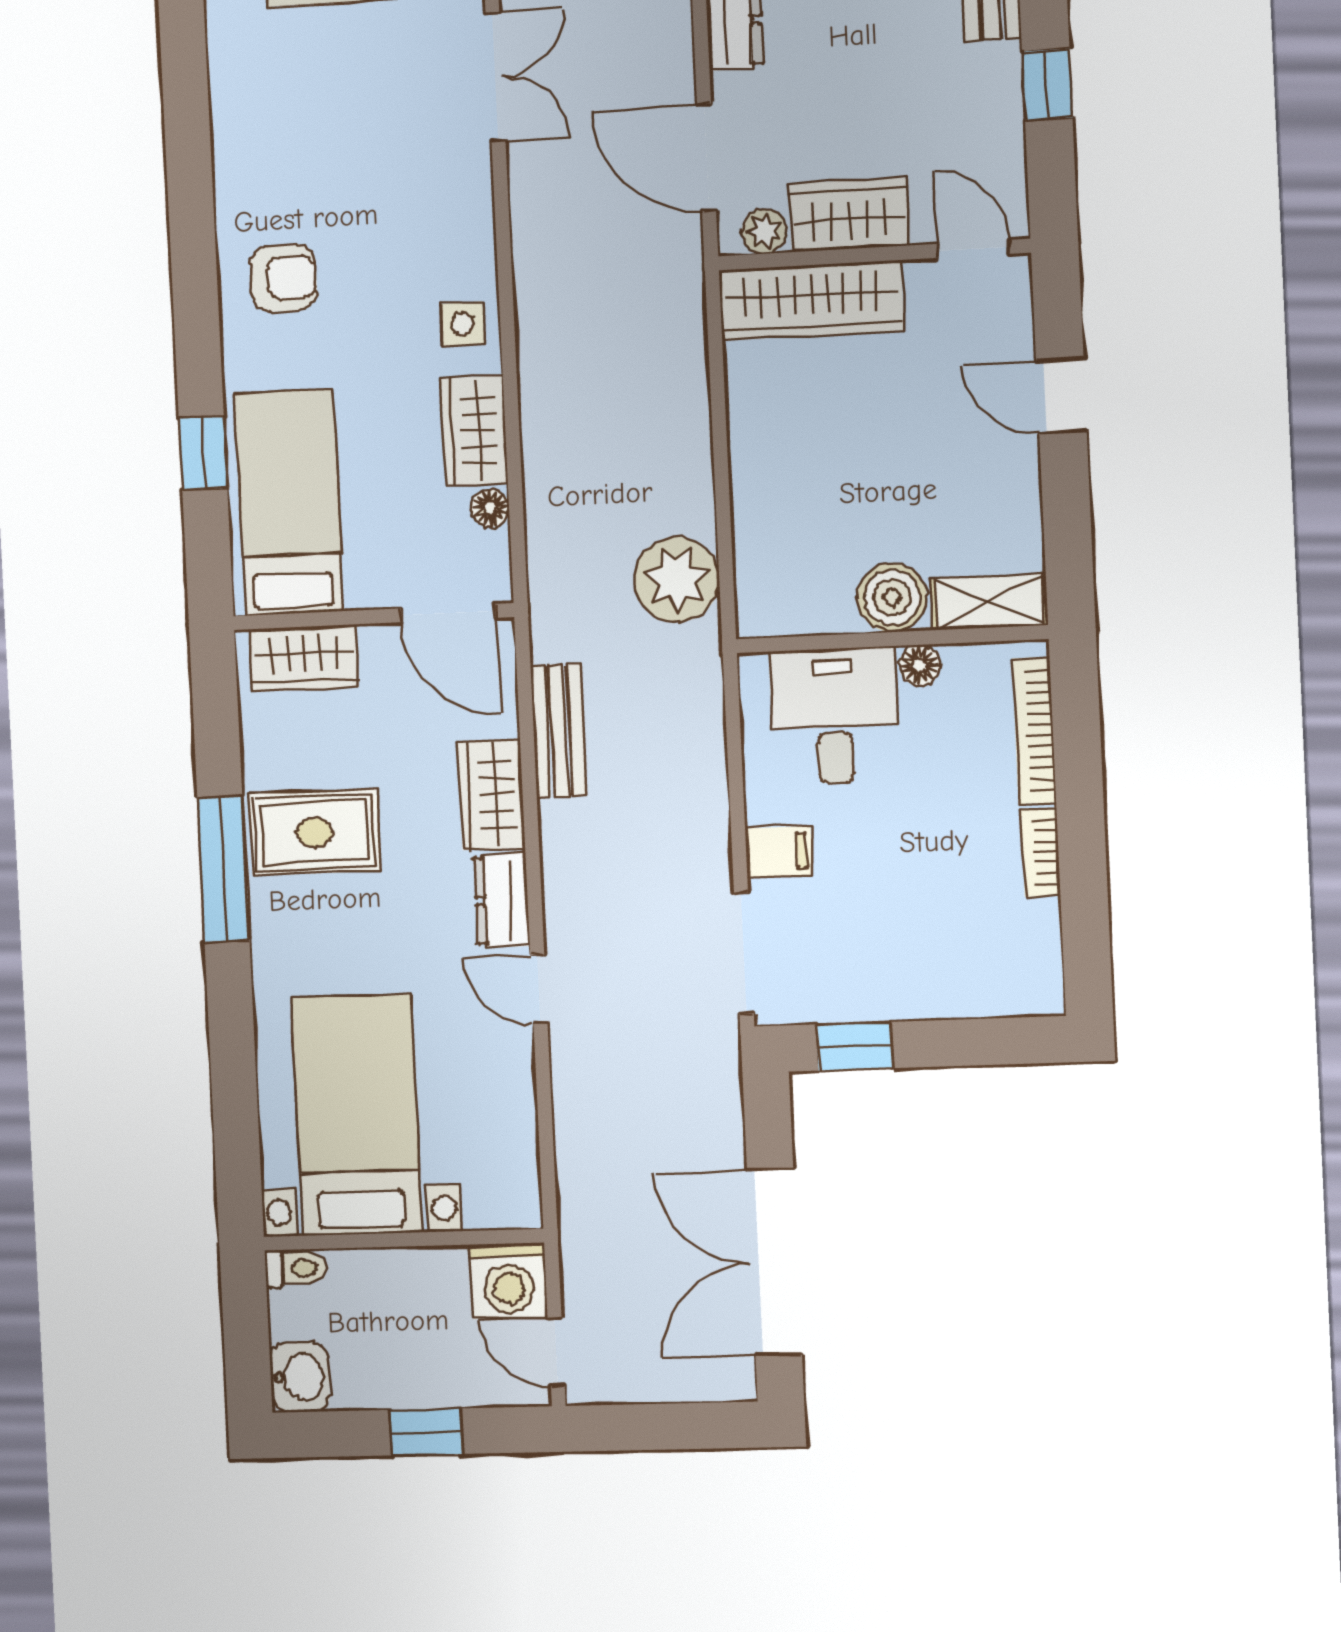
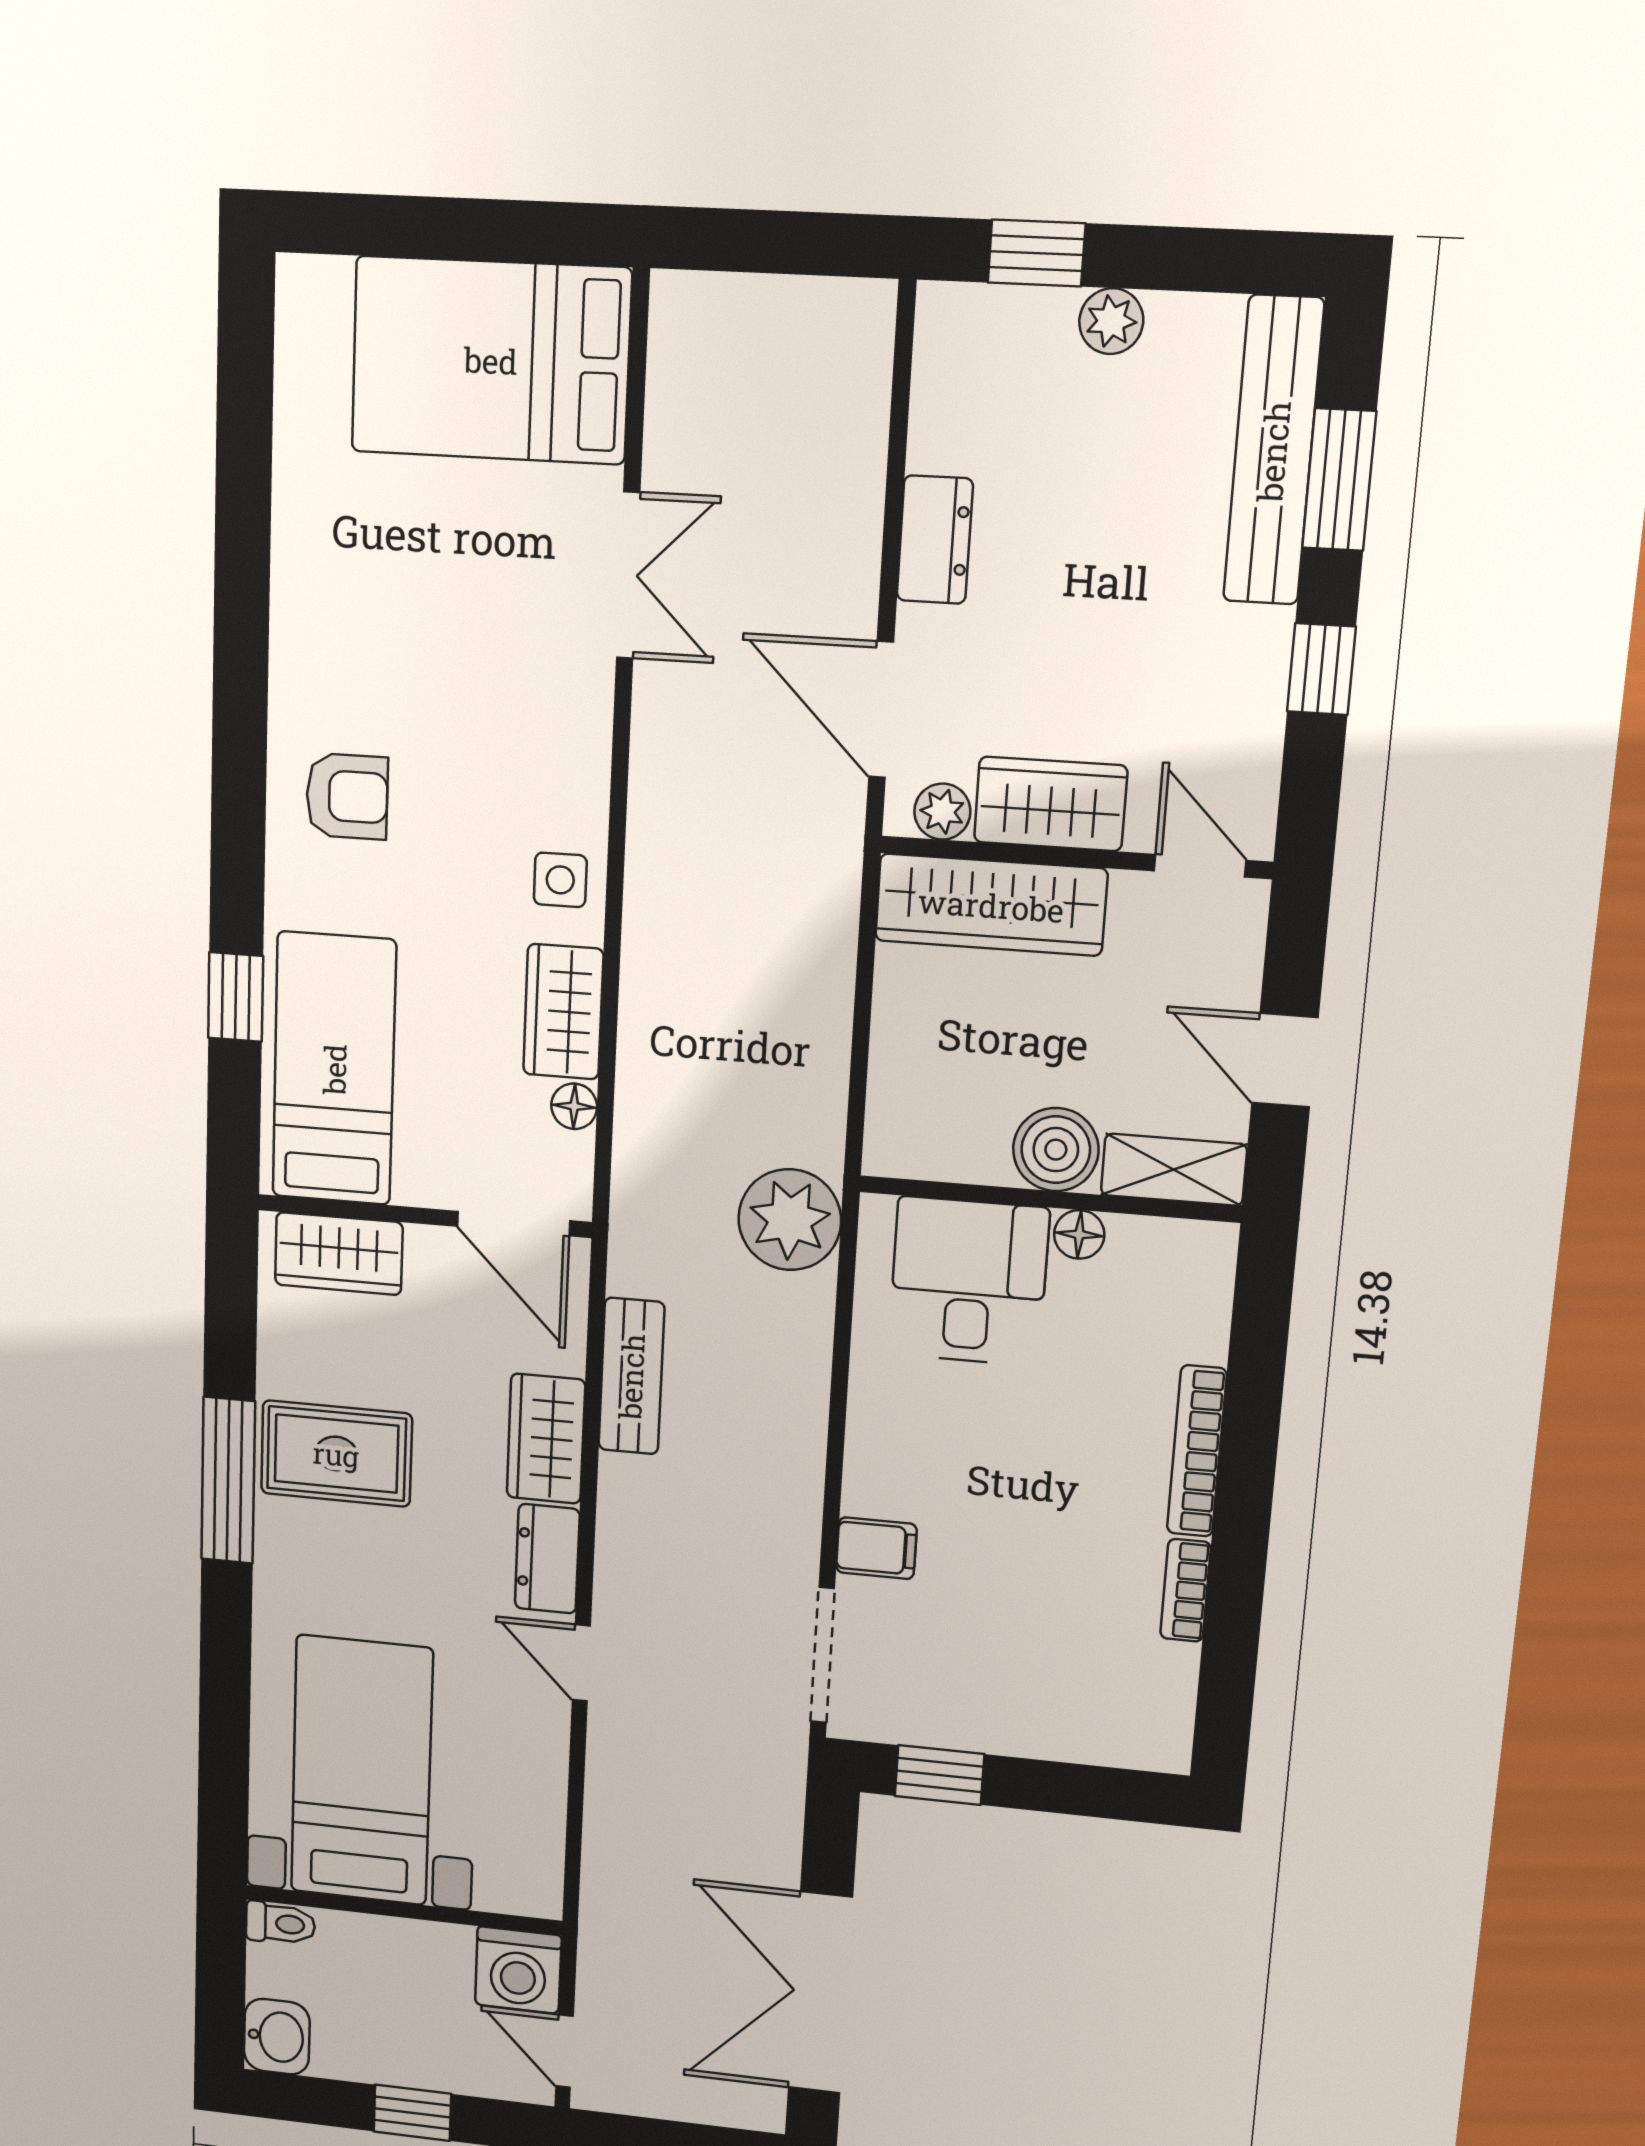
boiler: (892, 597) -> (1056, 1150), moved
shelving: (989, 602) -> (1174, 1170), moved
wall: (892, 639) -> (1049, 1199), moved
floor lamp: (920, 665) -> (1079, 1234), moved
desk: (834, 716) -> (969, 1281), moved

